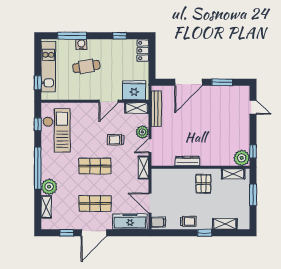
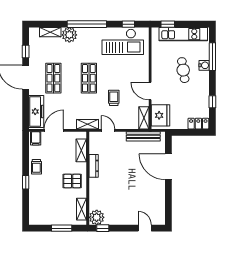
window: (222, 82) -> (168, 199), removed
door: (253, 107) -> (145, 228), swing flipped
plant: (142, 132) -> (121, 123), removed
shelving: (225, 224) -> (81, 150), moved

